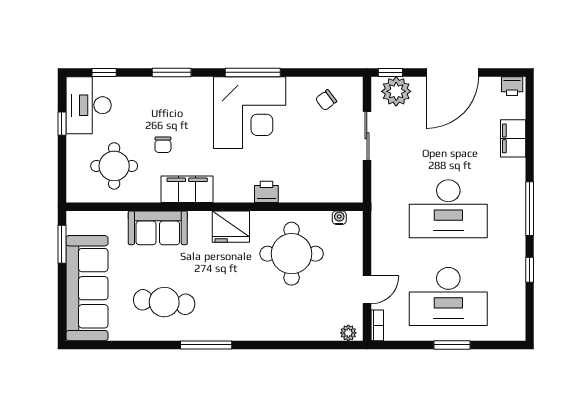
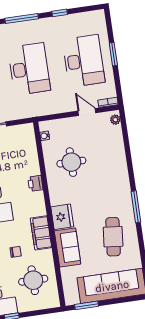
fridge: (231, 227) -> (62, 217), moved
round table: (292, 254) -> (71, 162), width x0.73, depth x0.73

